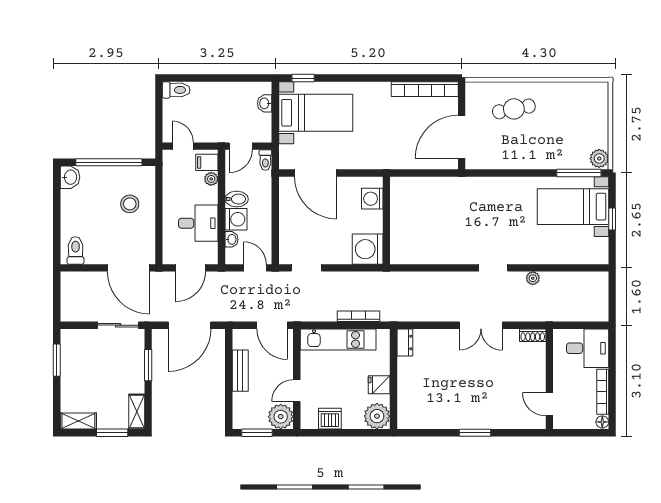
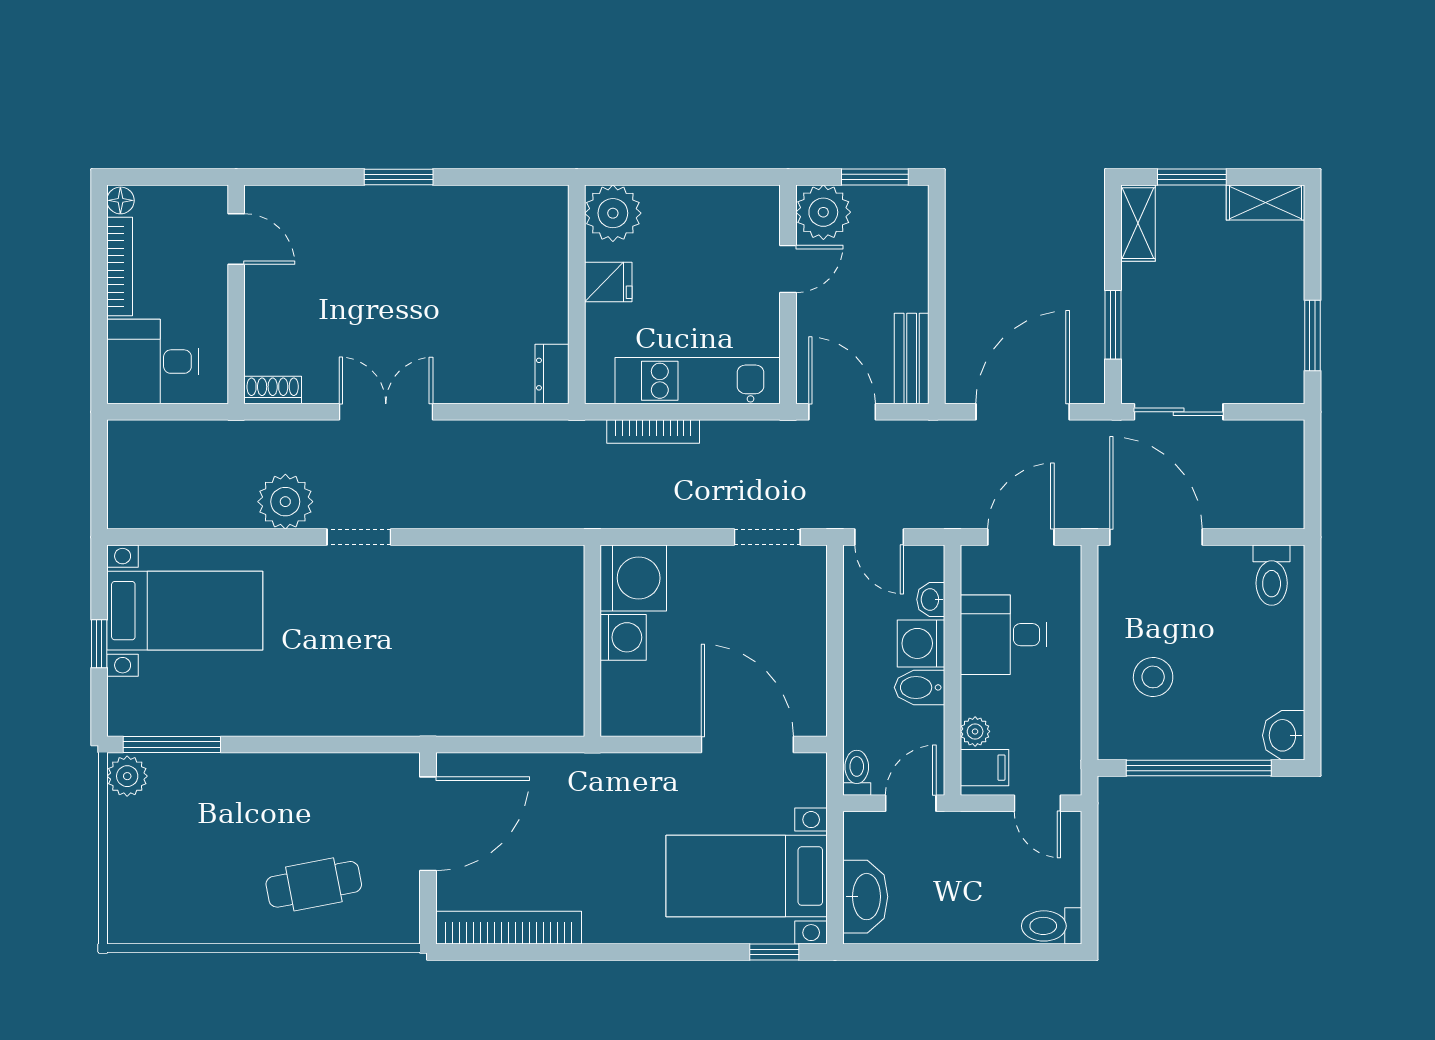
washbasin: (265, 103) -> (865, 897), width x1.91, depth x1.45
washing machine: (372, 199) -> (623, 637), moved
bed with nightstands: (573, 207) -> (185, 611), moved
plant: (533, 278) -> (285, 502), width x1.88, depth x1.88
bench: (240, 371) -> (912, 359), moved
dishwasher: (330, 419) -> (716, 208), removed

